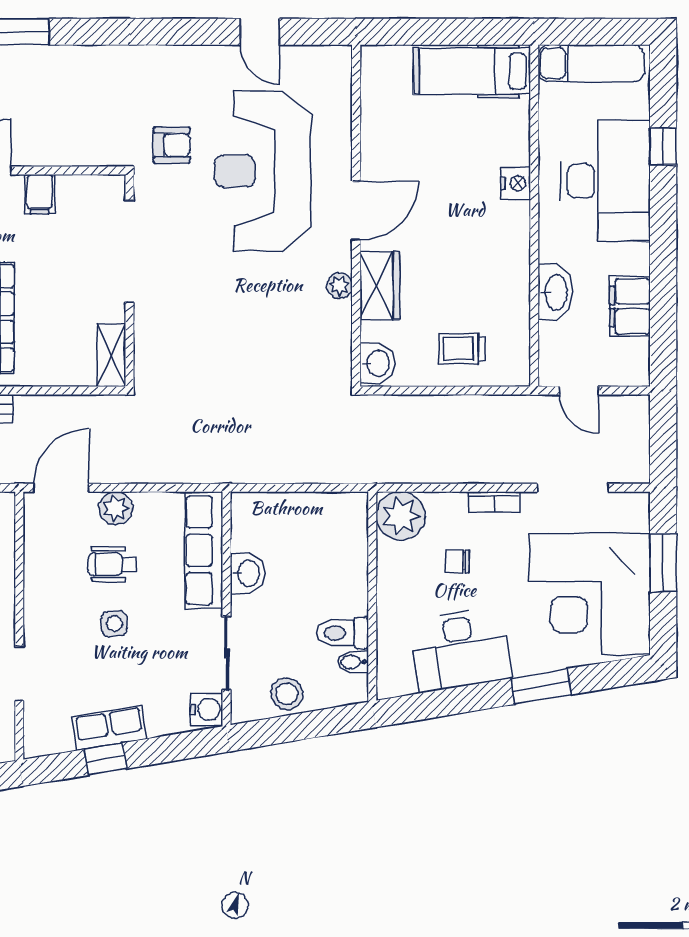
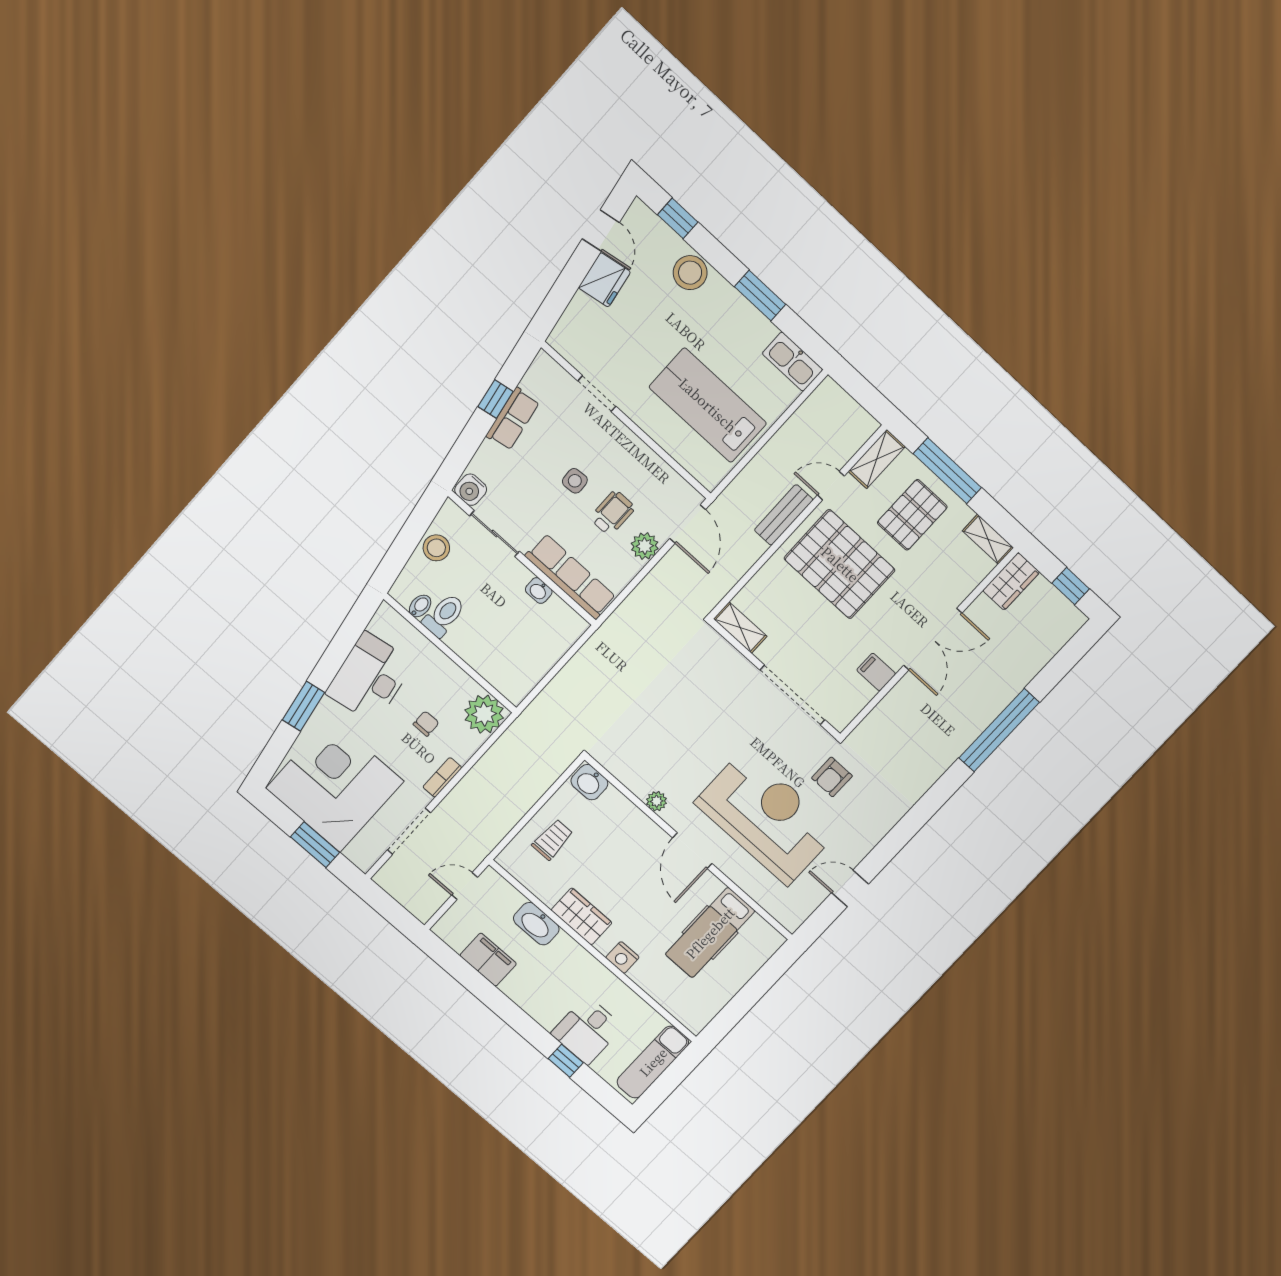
hospital bed: (472, 71) -> (710, 933), moved, turned 180
desk: (605, 181) -> (587, 1030), width x0.53, depth x0.77
wardrobe: (380, 285) -> (582, 916), moved, turned 180
washbasin: (248, 573) -> (539, 591), width x0.72, depth x0.69

